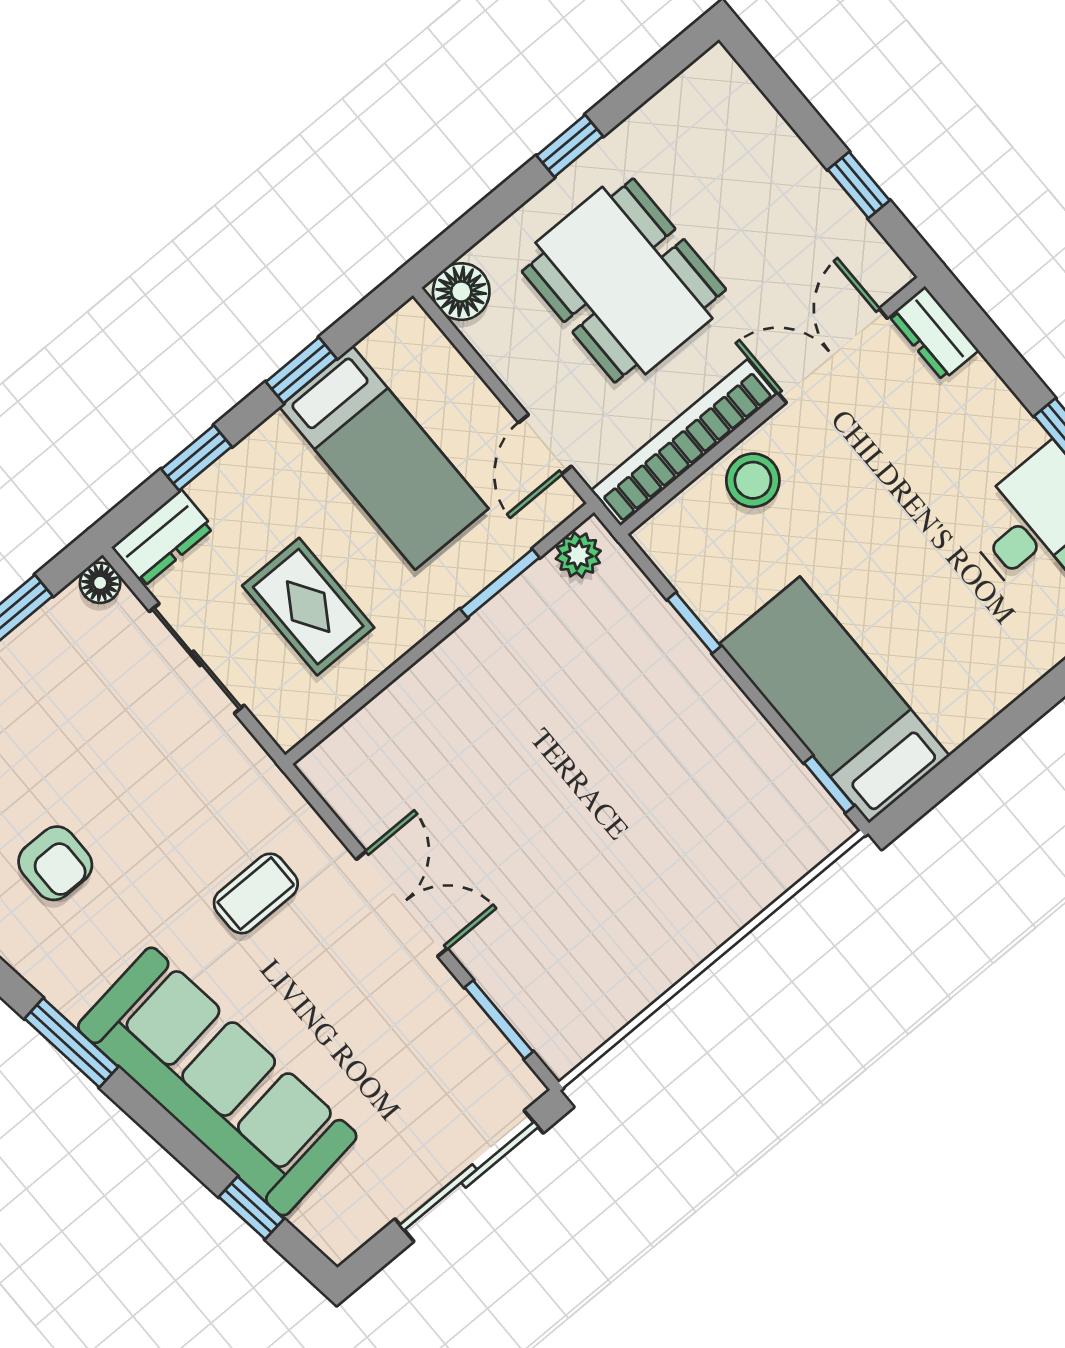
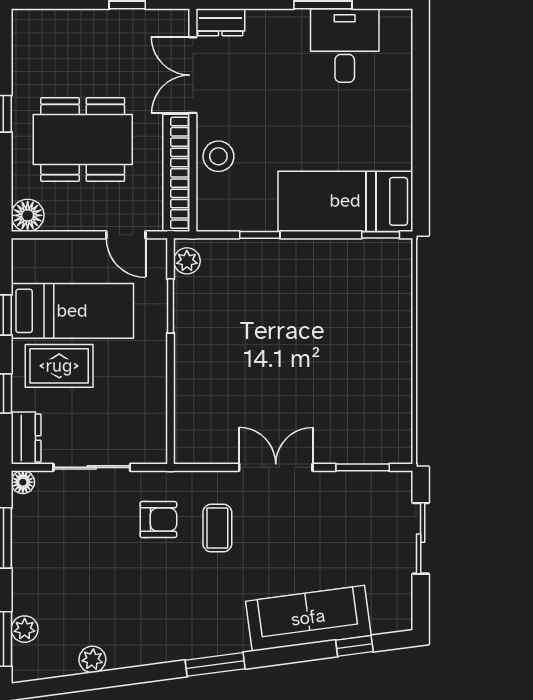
rug: (308, 607) -> (59, 366), moved
armchair: (55, 863) -> (158, 520), moved
sofa: (217, 1081) -> (308, 618), width x0.74, depth x0.79
sliding door: (469, 1176) -> (421, 538), width x0.73

